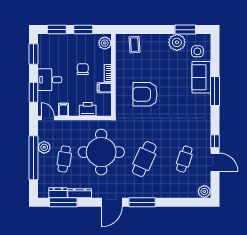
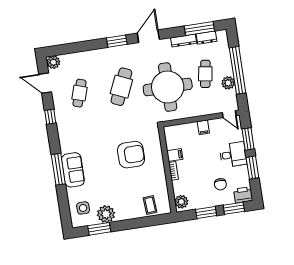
window: (34, 54) -> (252, 168), moved
chair: (83, 69) -> (220, 184), moved
sofa: (201, 77) -> (73, 170), moved
filing cabinet: (64, 109) -> (203, 127), moved
printer: (88, 109) -> (243, 195), moved, turned 180
door: (215, 162) -> (45, 83), moved
window: (142, 202) -> (117, 41), width x0.69

